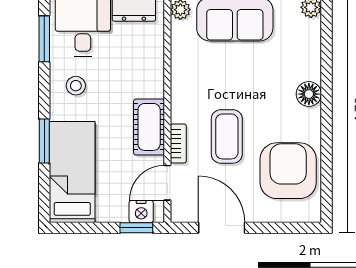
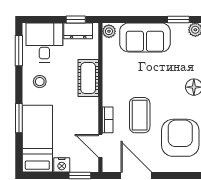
cot: (149, 127) -> (88, 78), moved
door: (167, 183) -> (100, 146), hinge flipped
nightstand: (141, 212) -> (62, 165), moved

